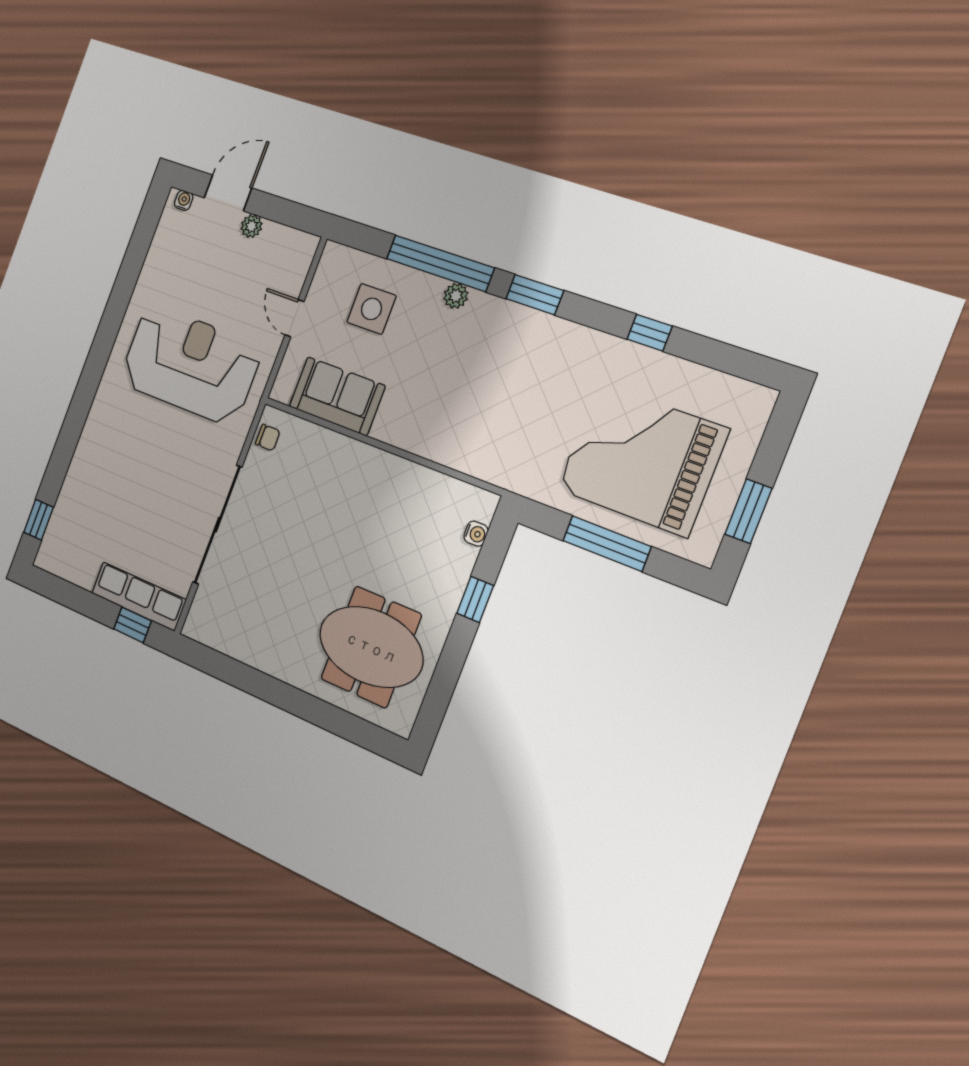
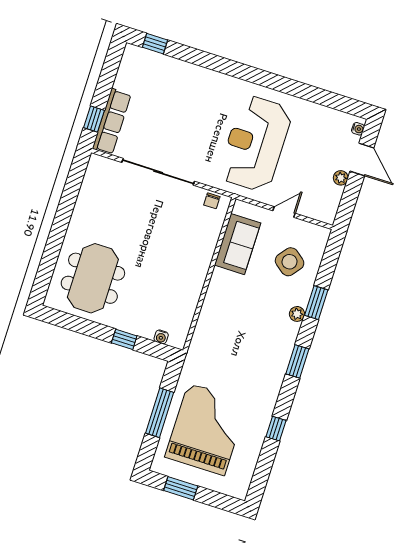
window: (440, 263) -> (316, 303), width x0.47
side table: (371, 309) -> (290, 262), turned 38
reception desk: (190, 364) -> (255, 144), turned 180

